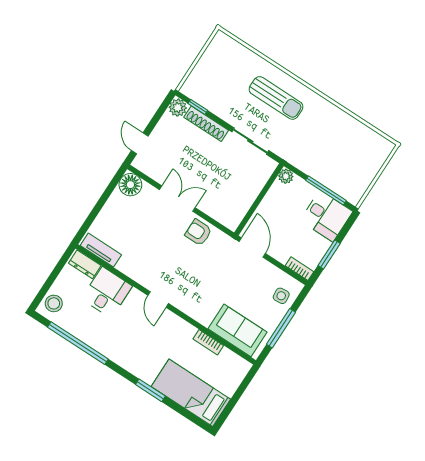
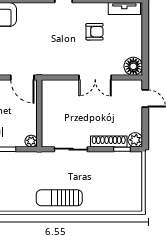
sun lounger: (276, 98) -> (59, 198), moved
armchair: (198, 232) -> (95, 32), moved

